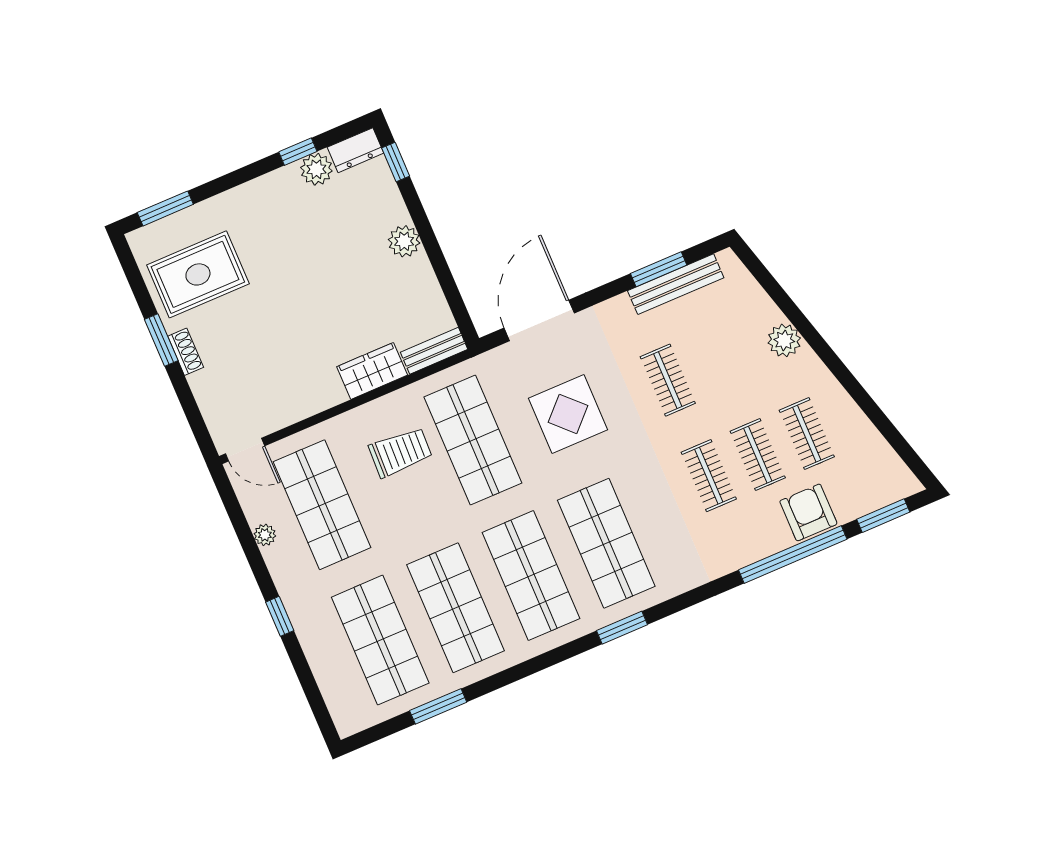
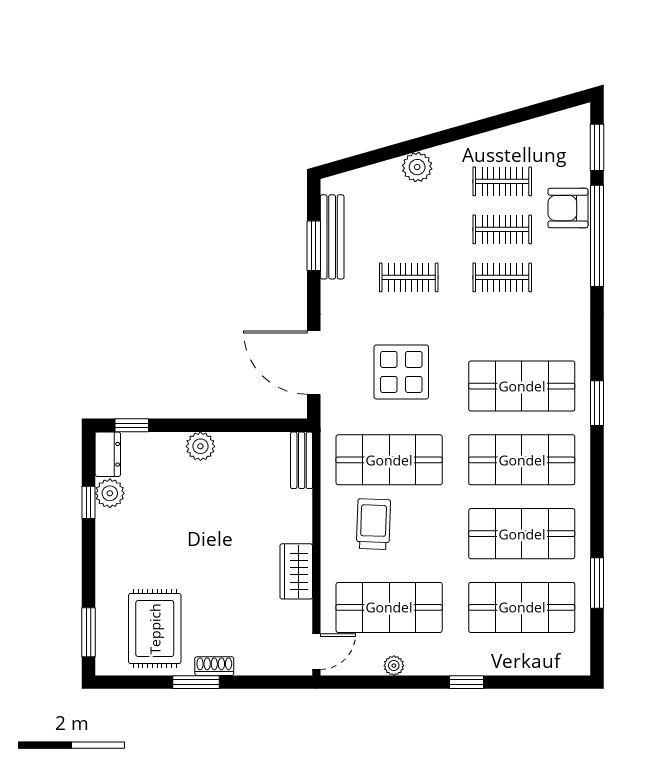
wardrobe: (372, 371) -> (296, 571), moved

